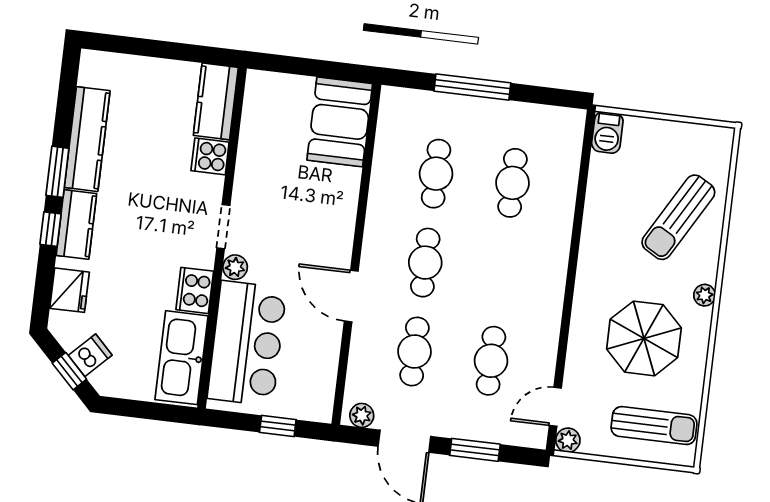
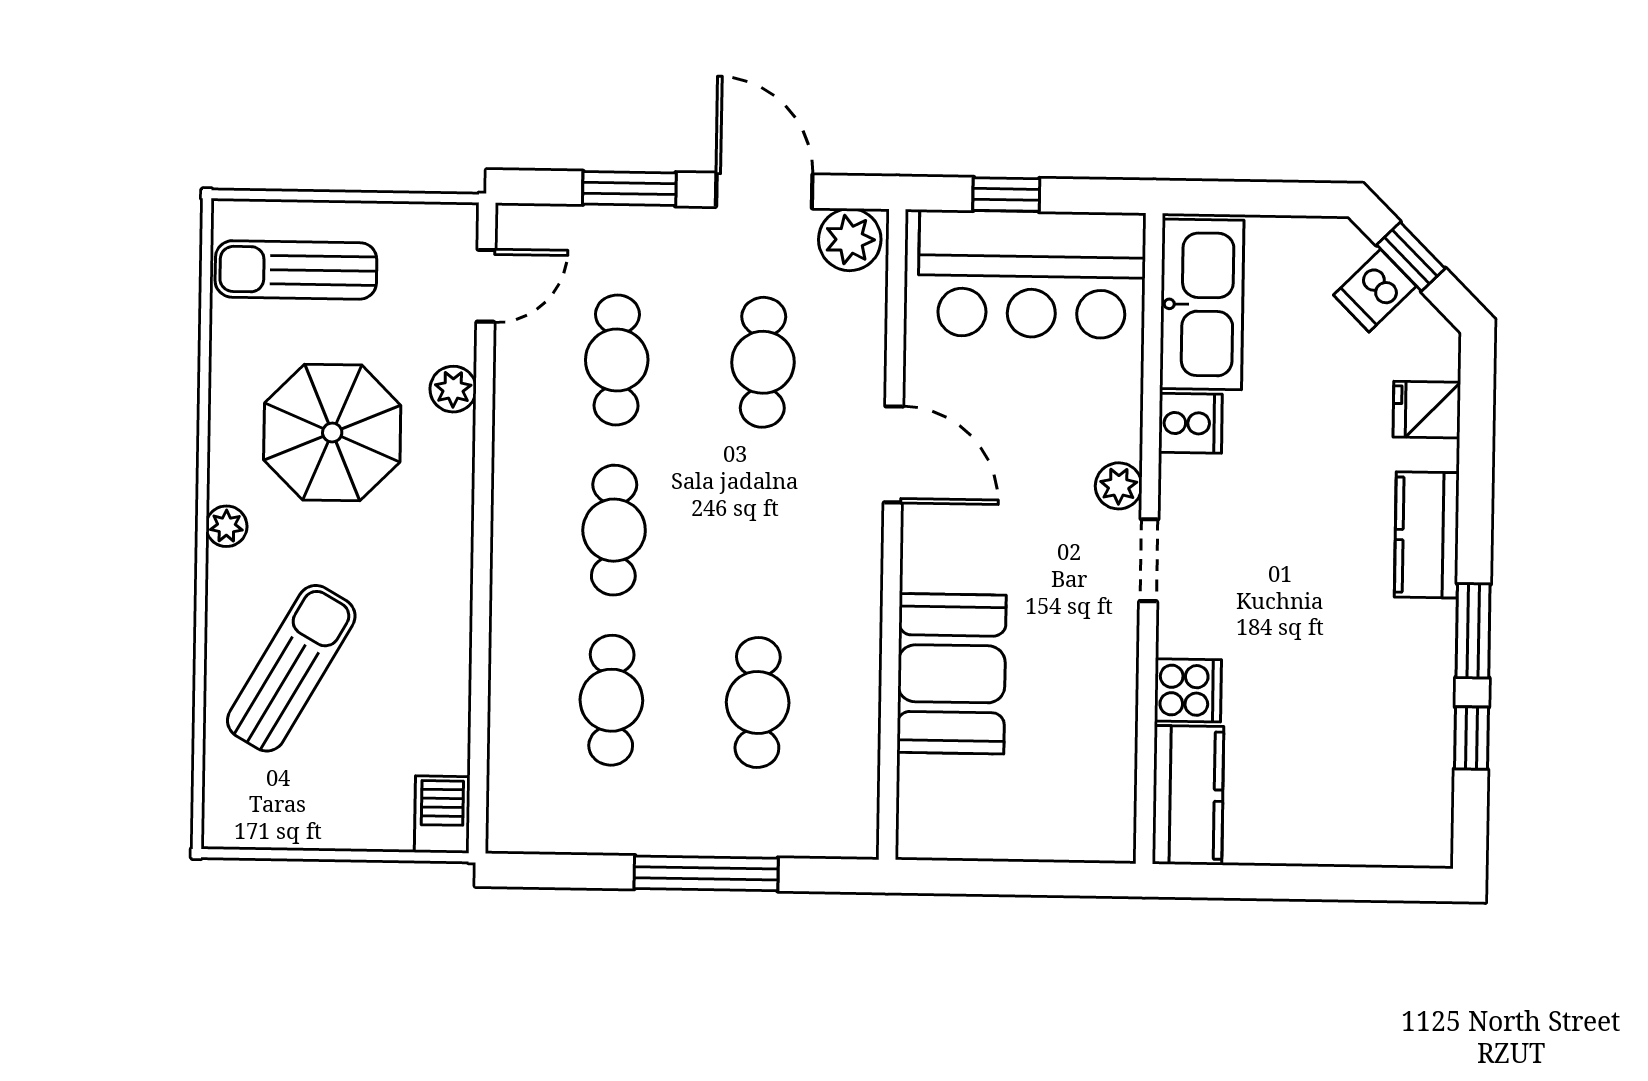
booth: (340, 122) -> (952, 674), moved
kitchen counter: (87, 139) -> (1423, 698), removed
window: (50, 229) -> (1471, 738), moved
cafe table: (425, 263) -> (614, 530), moved
fridge: (69, 290) -> (1427, 410), width x0.72
cooker: (195, 290) -> (1190, 423), width x0.73
bar counter: (247, 343) -> (1032, 274), moved, turned -90
plant: (362, 415) -> (850, 240), width x1.38, depth x1.38
plant: (568, 440) -> (453, 389), moved

